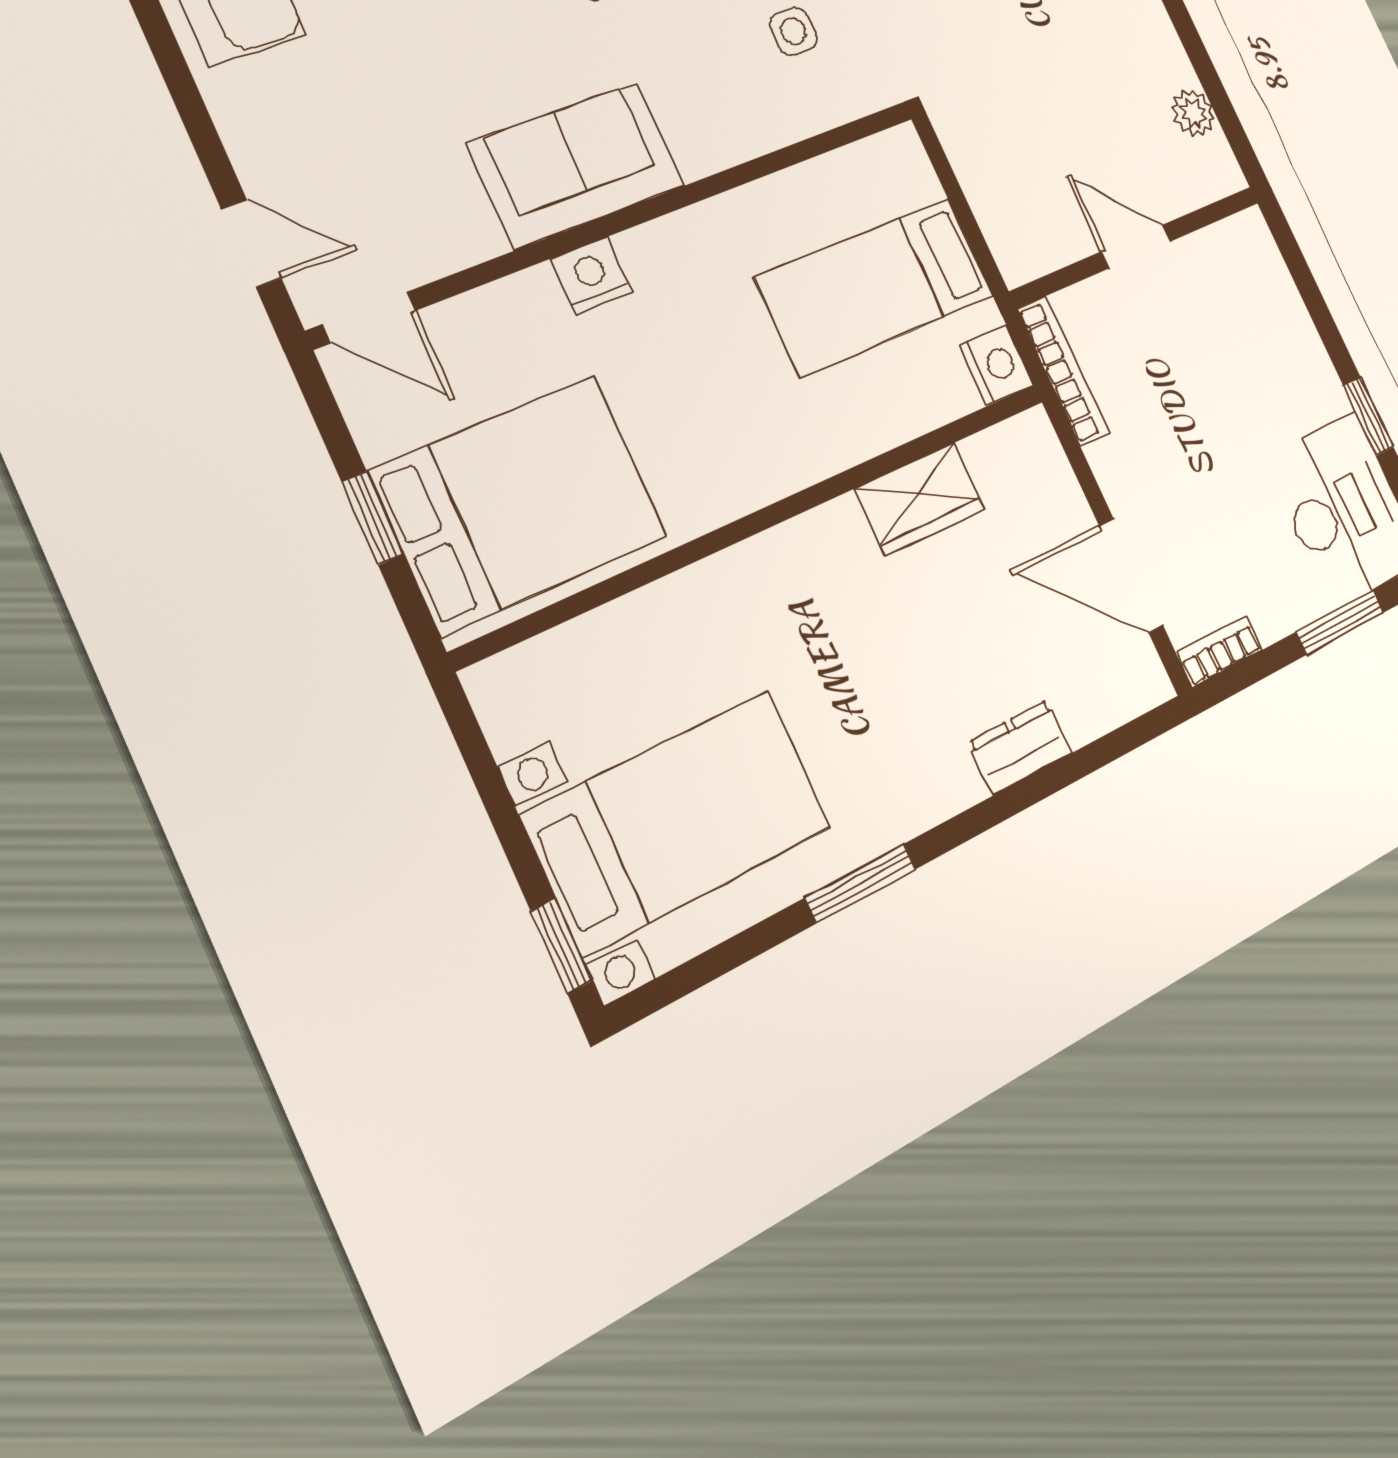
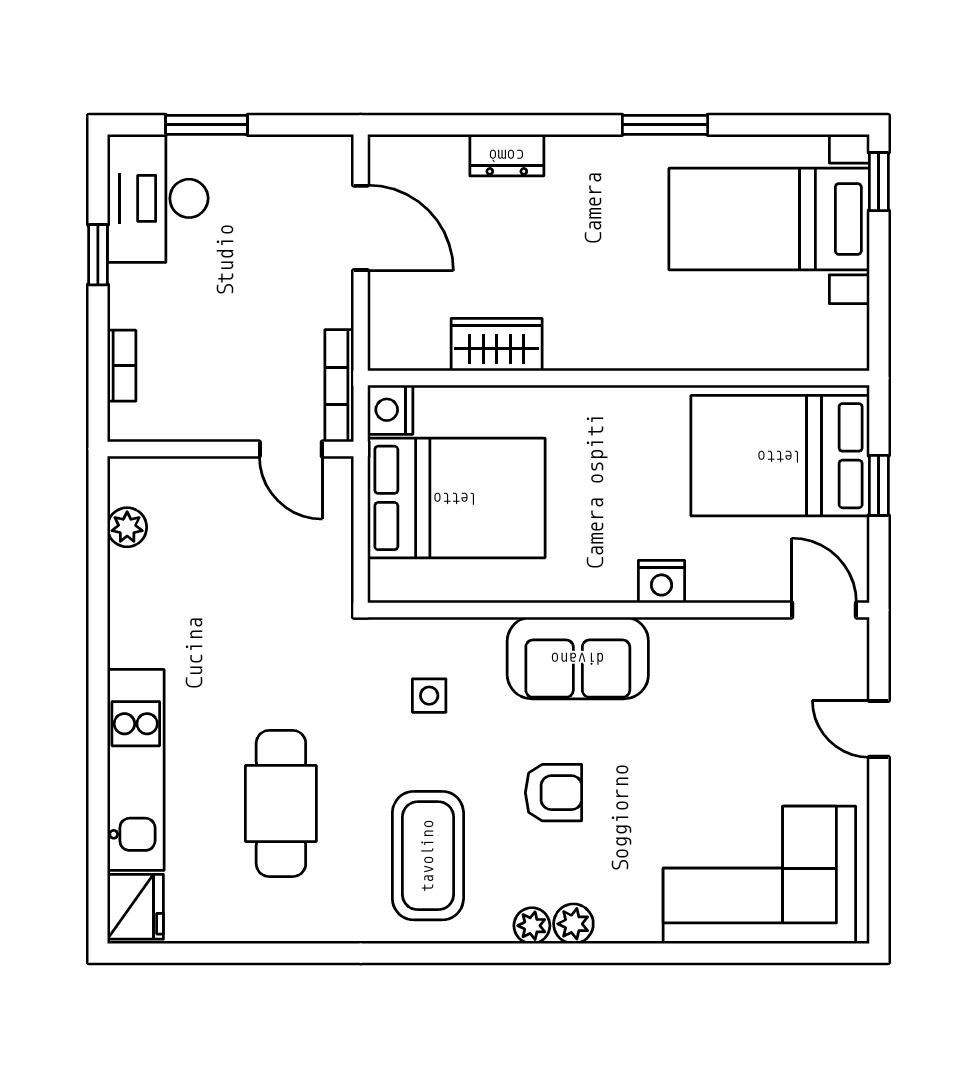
sofa: (576, 165) -> (578, 658), moved
door: (251, 244) -> (879, 729), moved
door: (1136, 246) -> (291, 449), moved
bed: (876, 286) -> (456, 498), width x1.50
bookcase: (1219, 651) -> (122, 366), moved, turned -90

